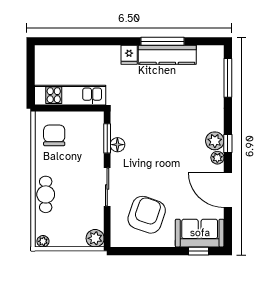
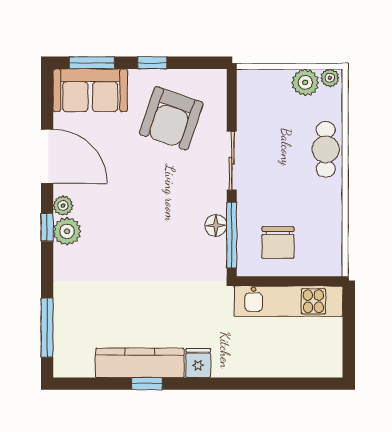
window: (163, 41) -> (147, 384), width x0.46
chair: (54, 135) -> (278, 243), moved
window: (107, 138) -> (232, 235), width x1.44
plant: (95, 238) -> (305, 82), moved
window: (159, 251) -> (152, 63), added
window: (199, 251) -> (92, 63), width x1.50

